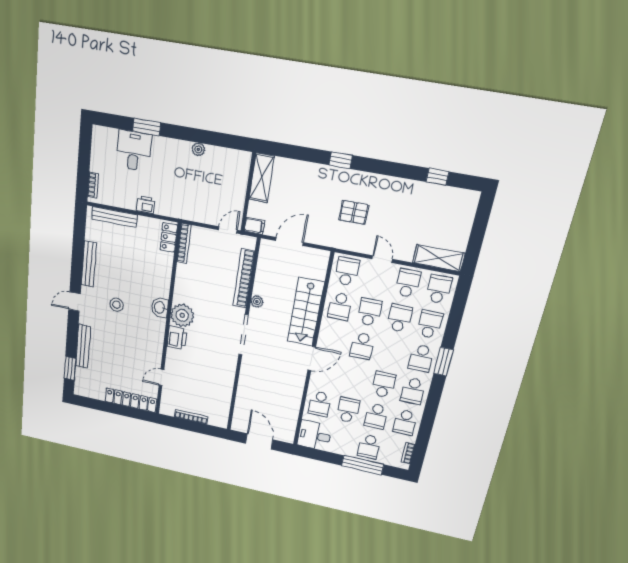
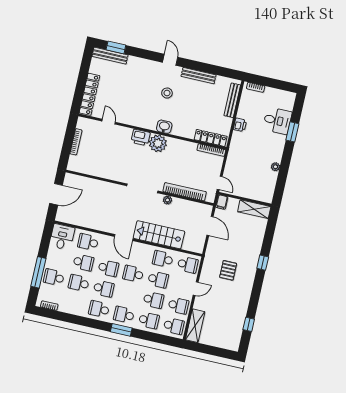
locker: (169, 237) -> (211, 138), width x1.53
bench: (83, 346) -> (110, 56), moved
school desk: (405, 422) -> (108, 268), moved, turned 180

